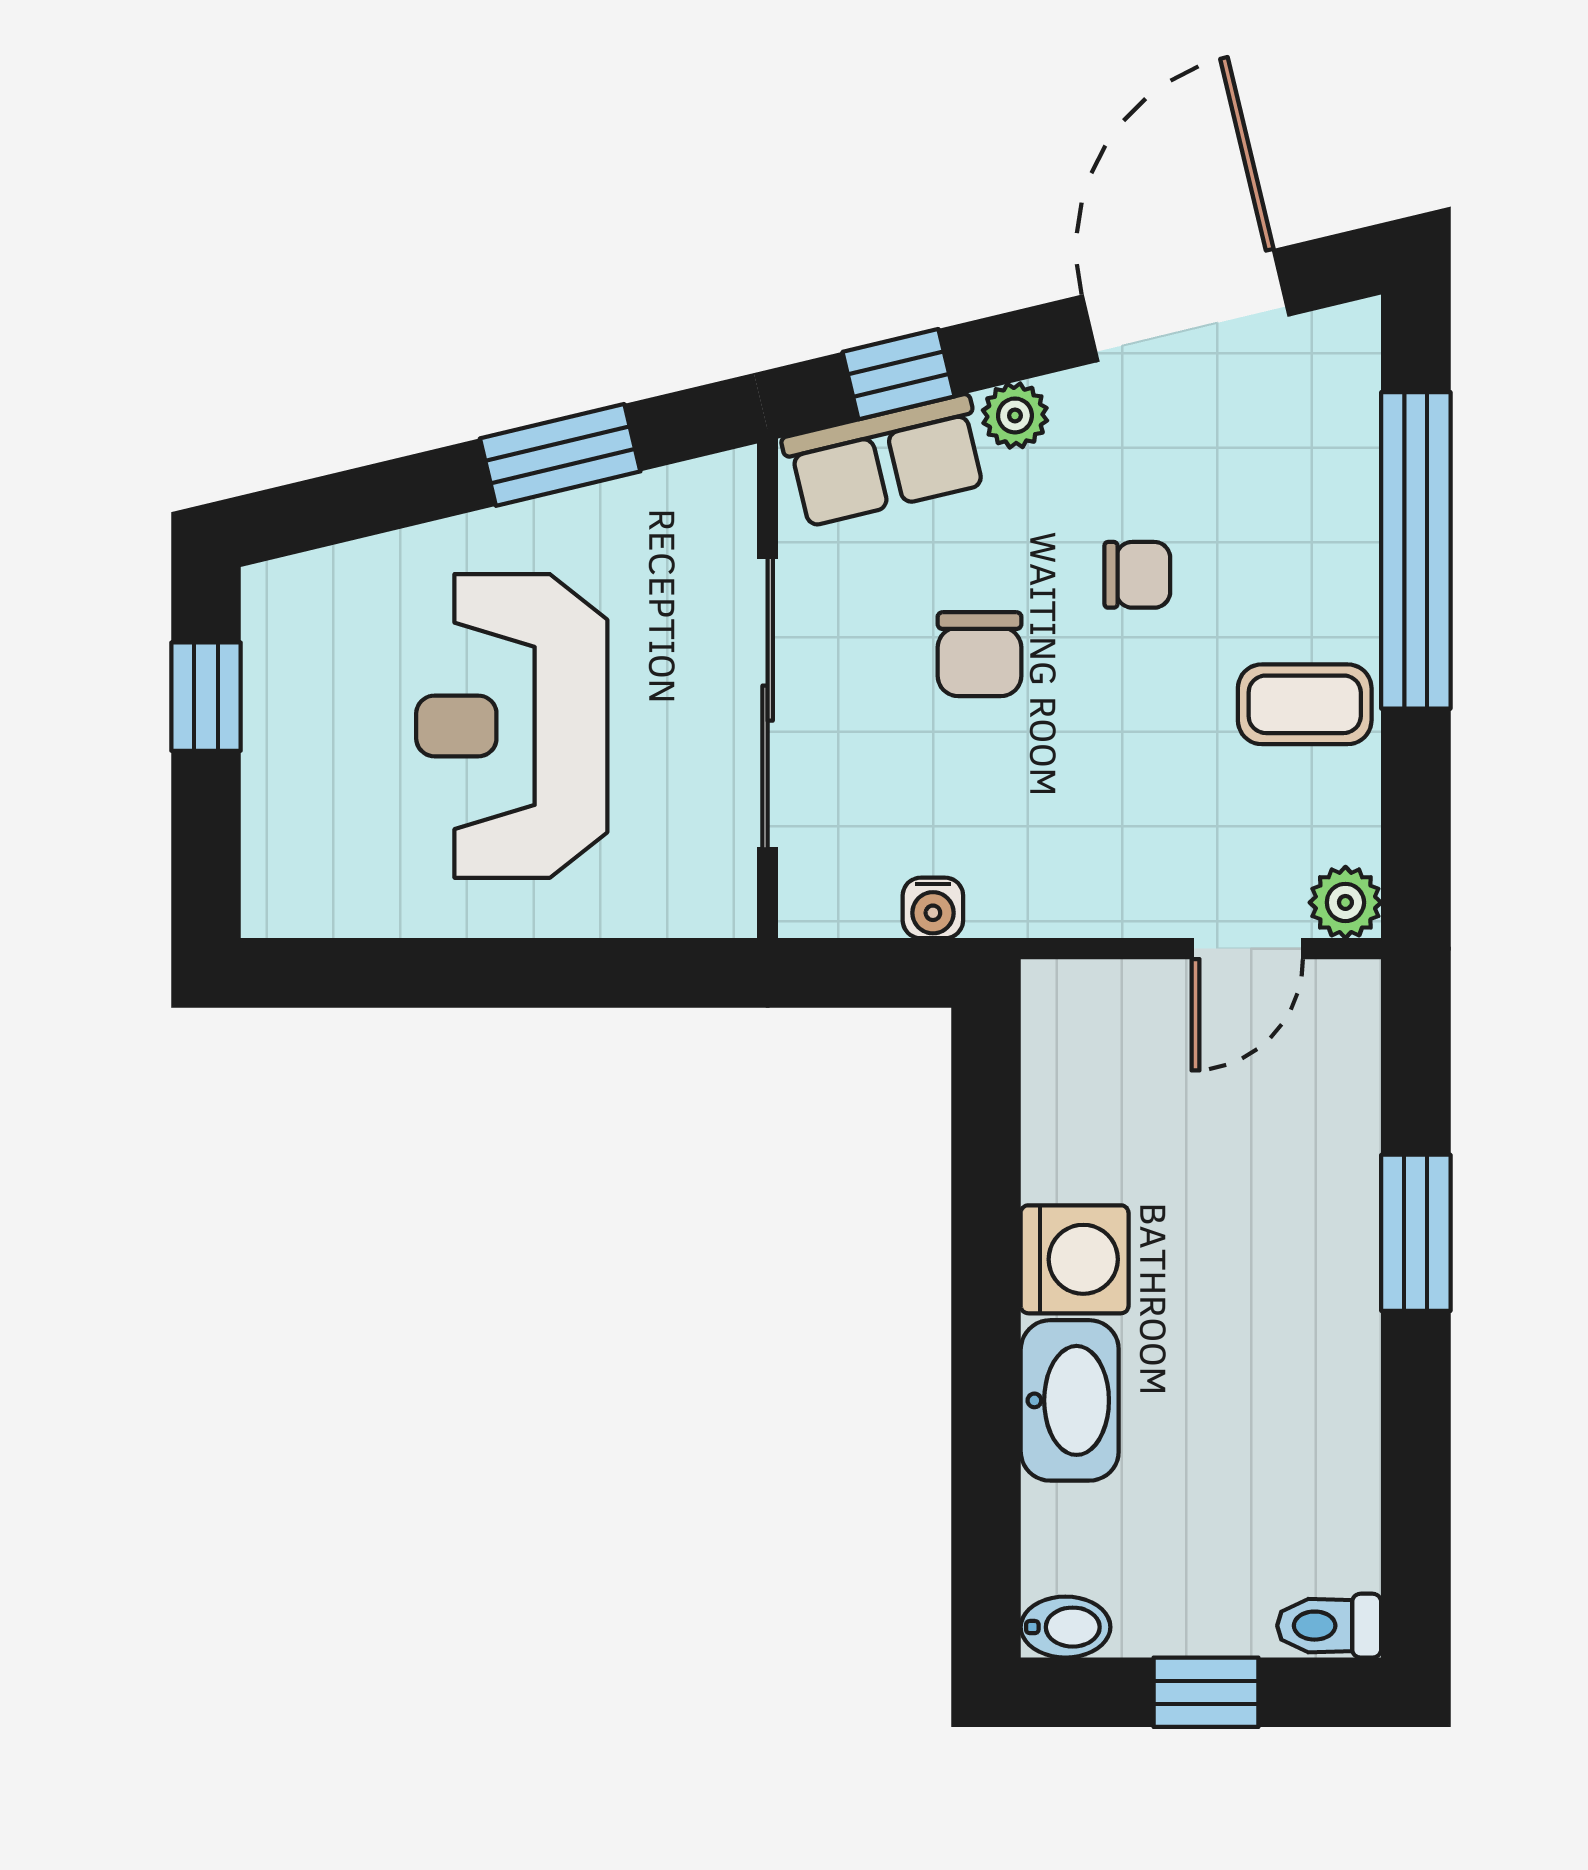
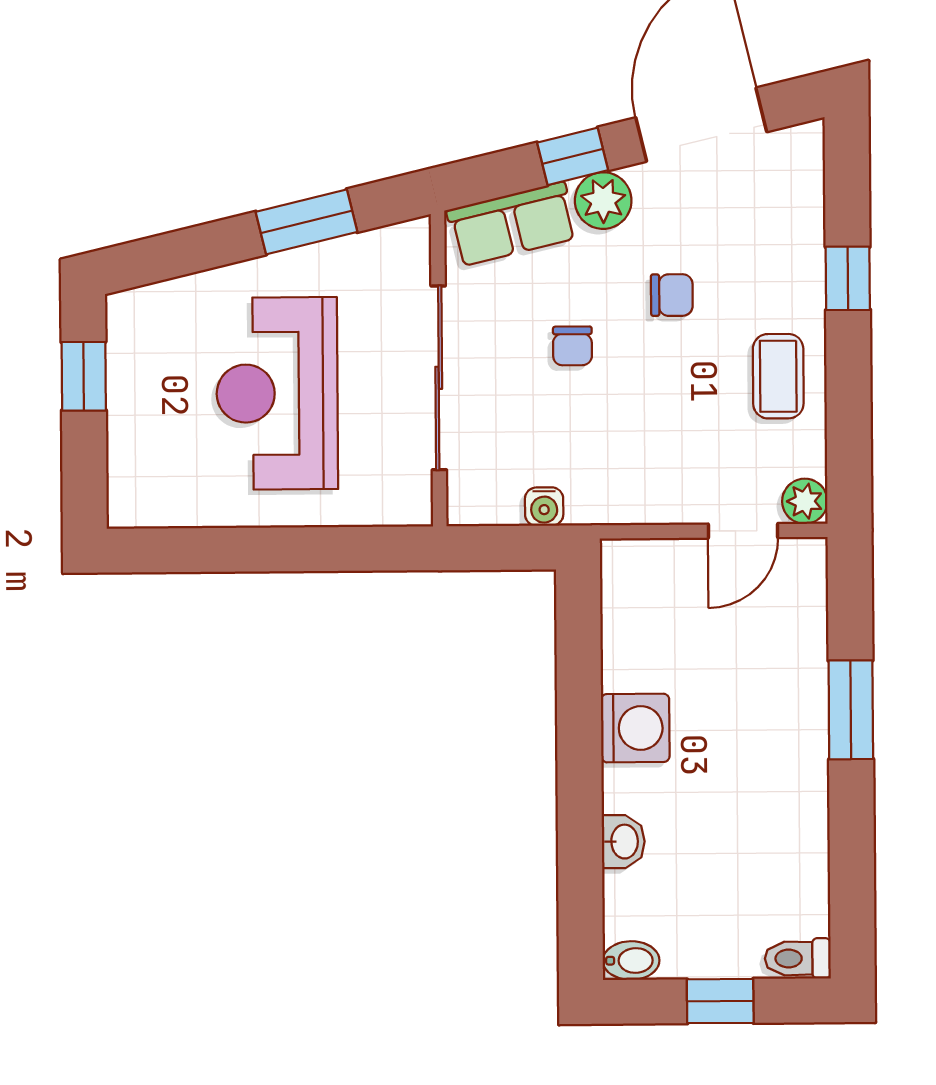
window: (898, 374) -> (573, 156), moved
plant: (1015, 415) -> (603, 201), width x1.38, depth x1.38
window: (1416, 550) -> (848, 278), width x0.32
chair: (979, 654) -> (572, 346), width x0.73, depth x0.73
coffee table: (1305, 704) -> (778, 376), turned 90
washbasin: (1070, 1400) -> (623, 842), width x0.52, depth x0.69

